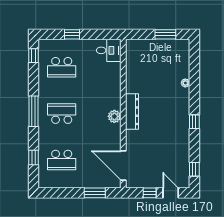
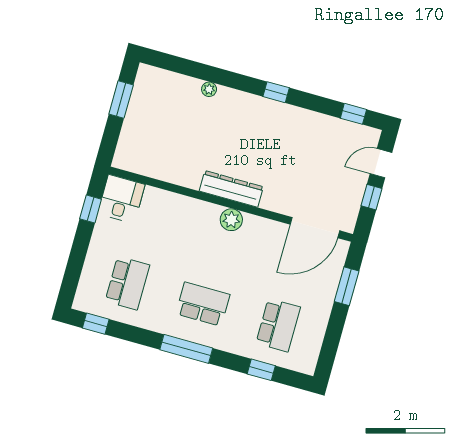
window: (72, 34) -> (91, 209), moved
school desk: (62, 114) -> (203, 304), turned 90

